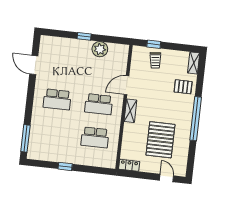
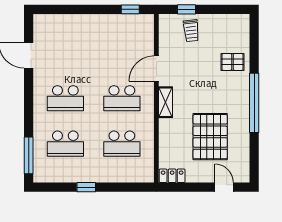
window: (84, 36) -> (130, 9), moved
plant: (100, 49) -> (115, 24), removed
shelving: (194, 63) -> (243, 28), removed
school desk: (53, 133) -> (65, 144), added

